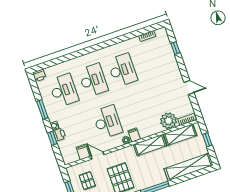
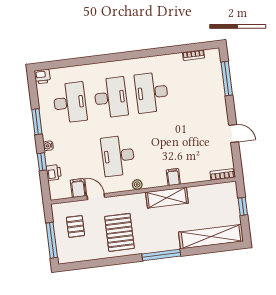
window: (175, 48) -> (227, 79), width x2.17
desk: (122, 70) -> (152, 92), turned 180
plant: (168, 121) -> (198, 171), removed
desk: (107, 122) -> (118, 156), turned 180
printer: (59, 134) -> (54, 173), moved
filing cabinet: (134, 135) -> (173, 177), moved
shelving: (180, 135) -> (209, 193), removed

